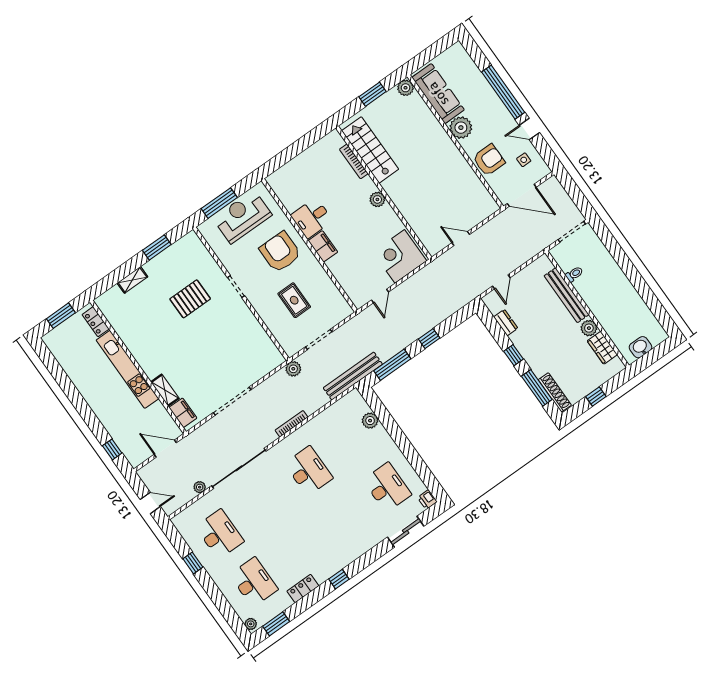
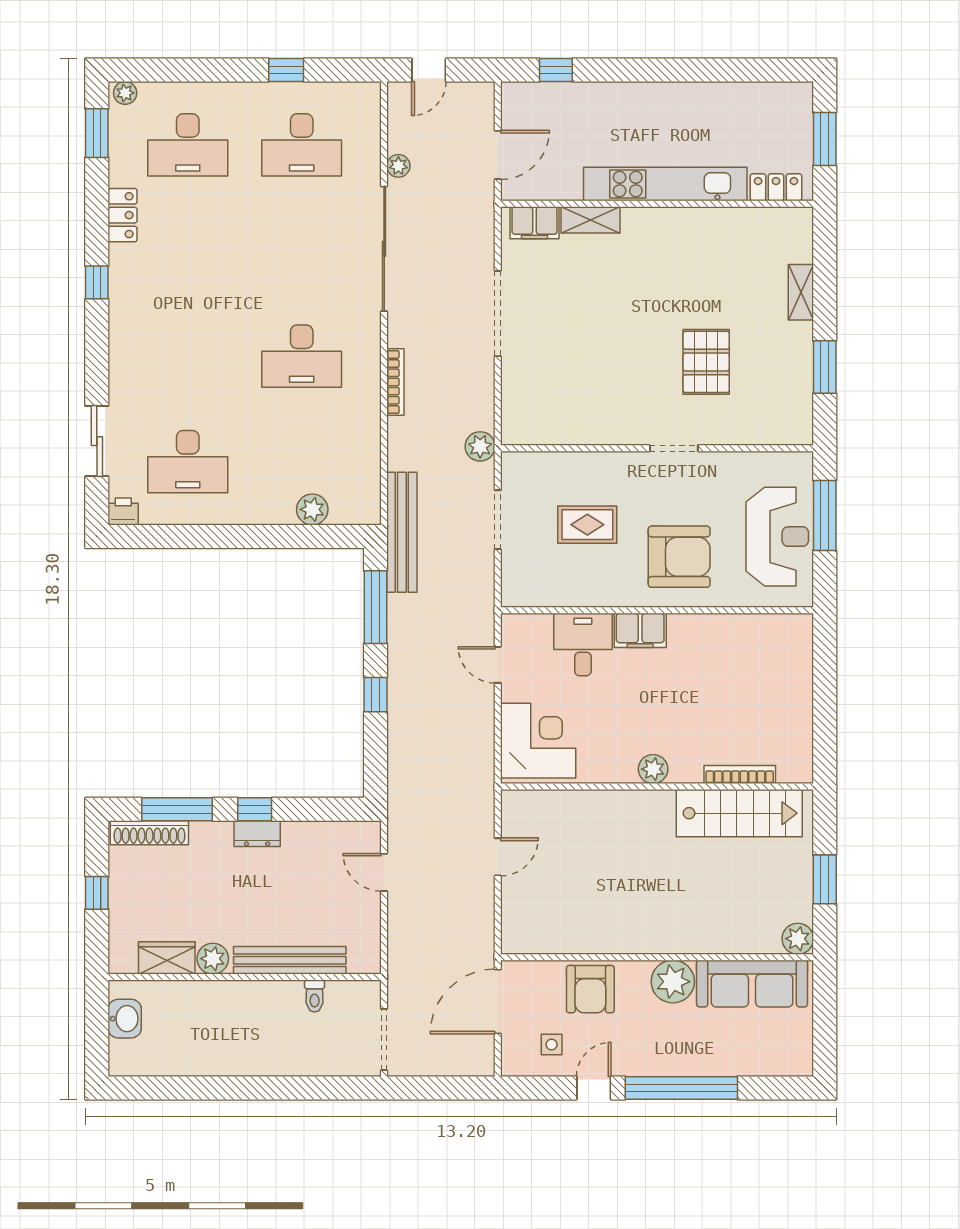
desk: (312, 218) -> (583, 645), moved
dresser: (506, 323) -> (257, 834), moved

